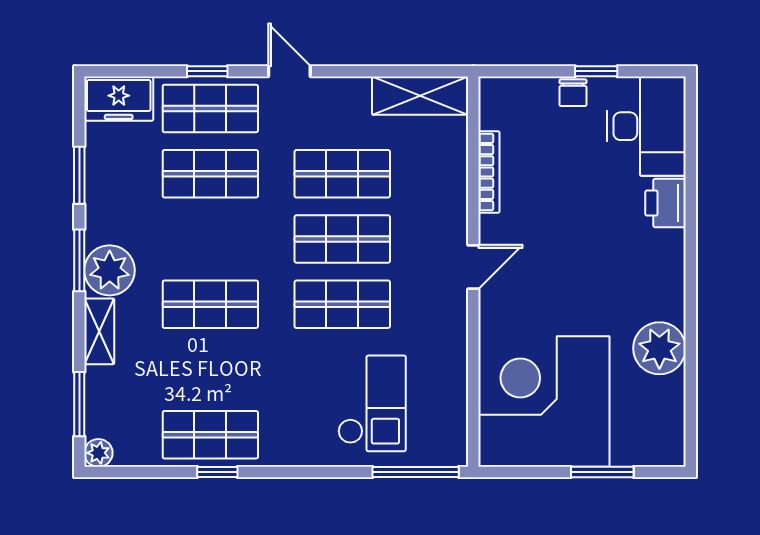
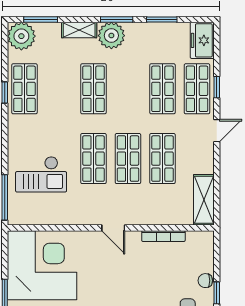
plant: (98, 453) -> (21, 36), width x1.87, depth x1.87

